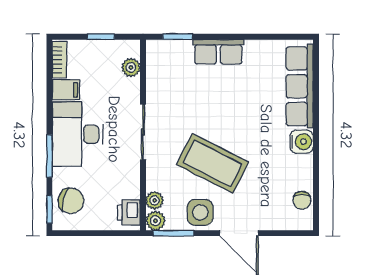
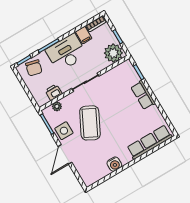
plant: (131, 67) -> (113, 53), width x1.87, depth x1.87
water cooler: (302, 142) -> (114, 164), moved
chair: (302, 200) -> (97, 174), removed
printer: (129, 212) -> (54, 92), moved
plant: (155, 221) -> (48, 112), removed

